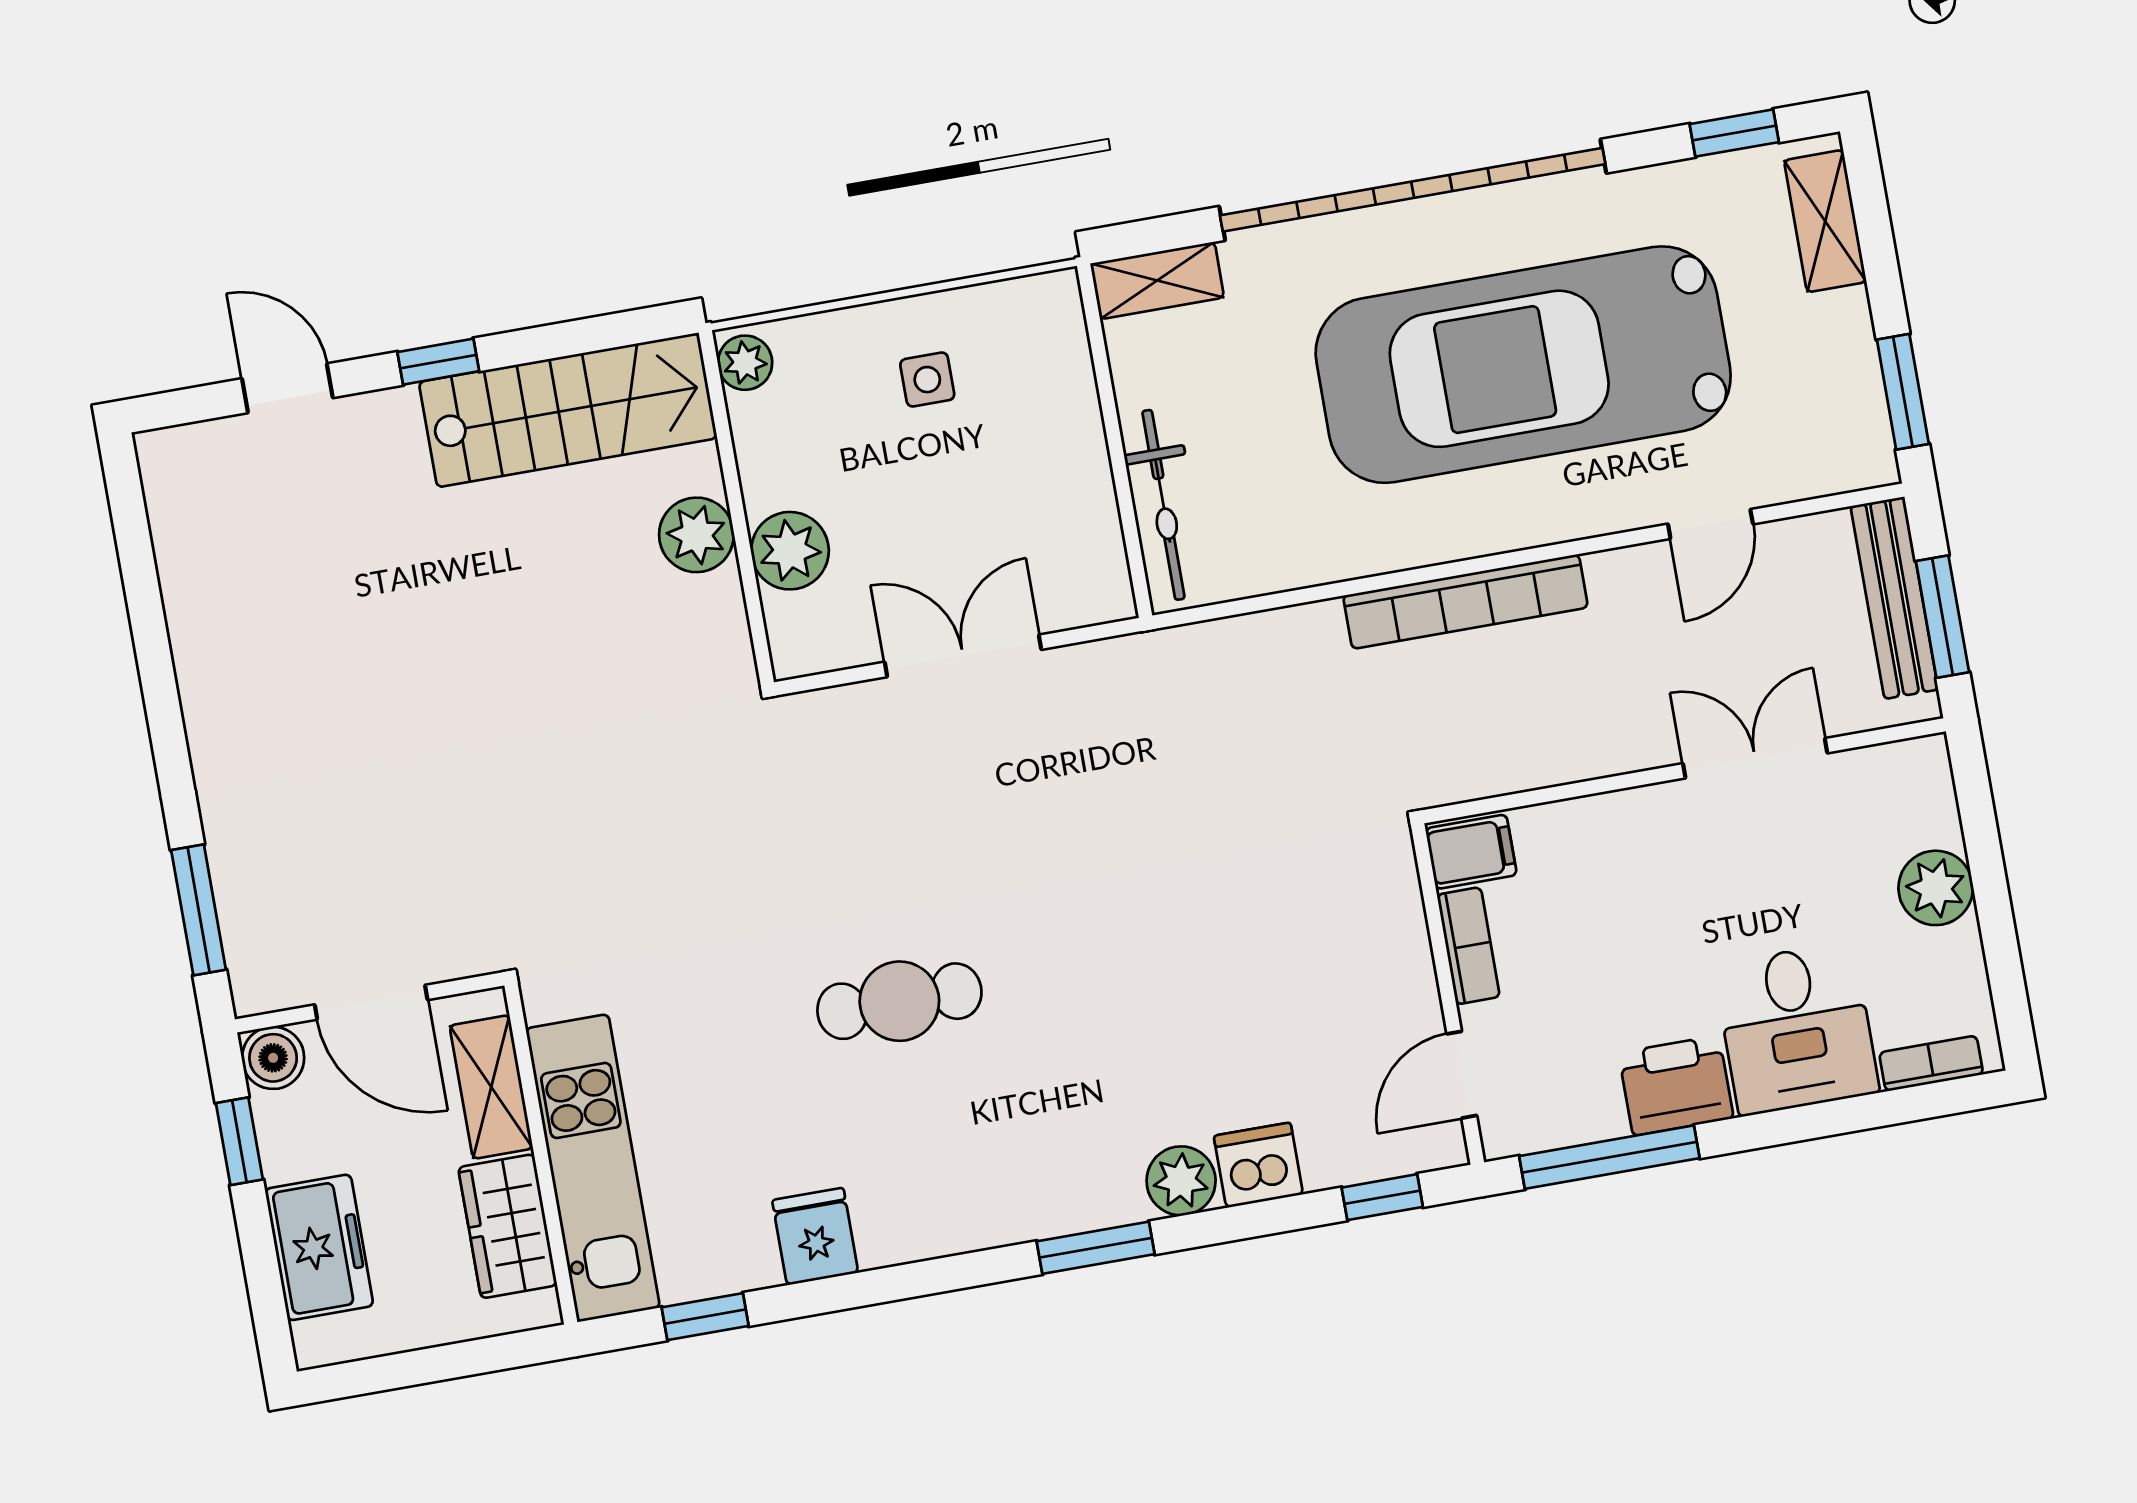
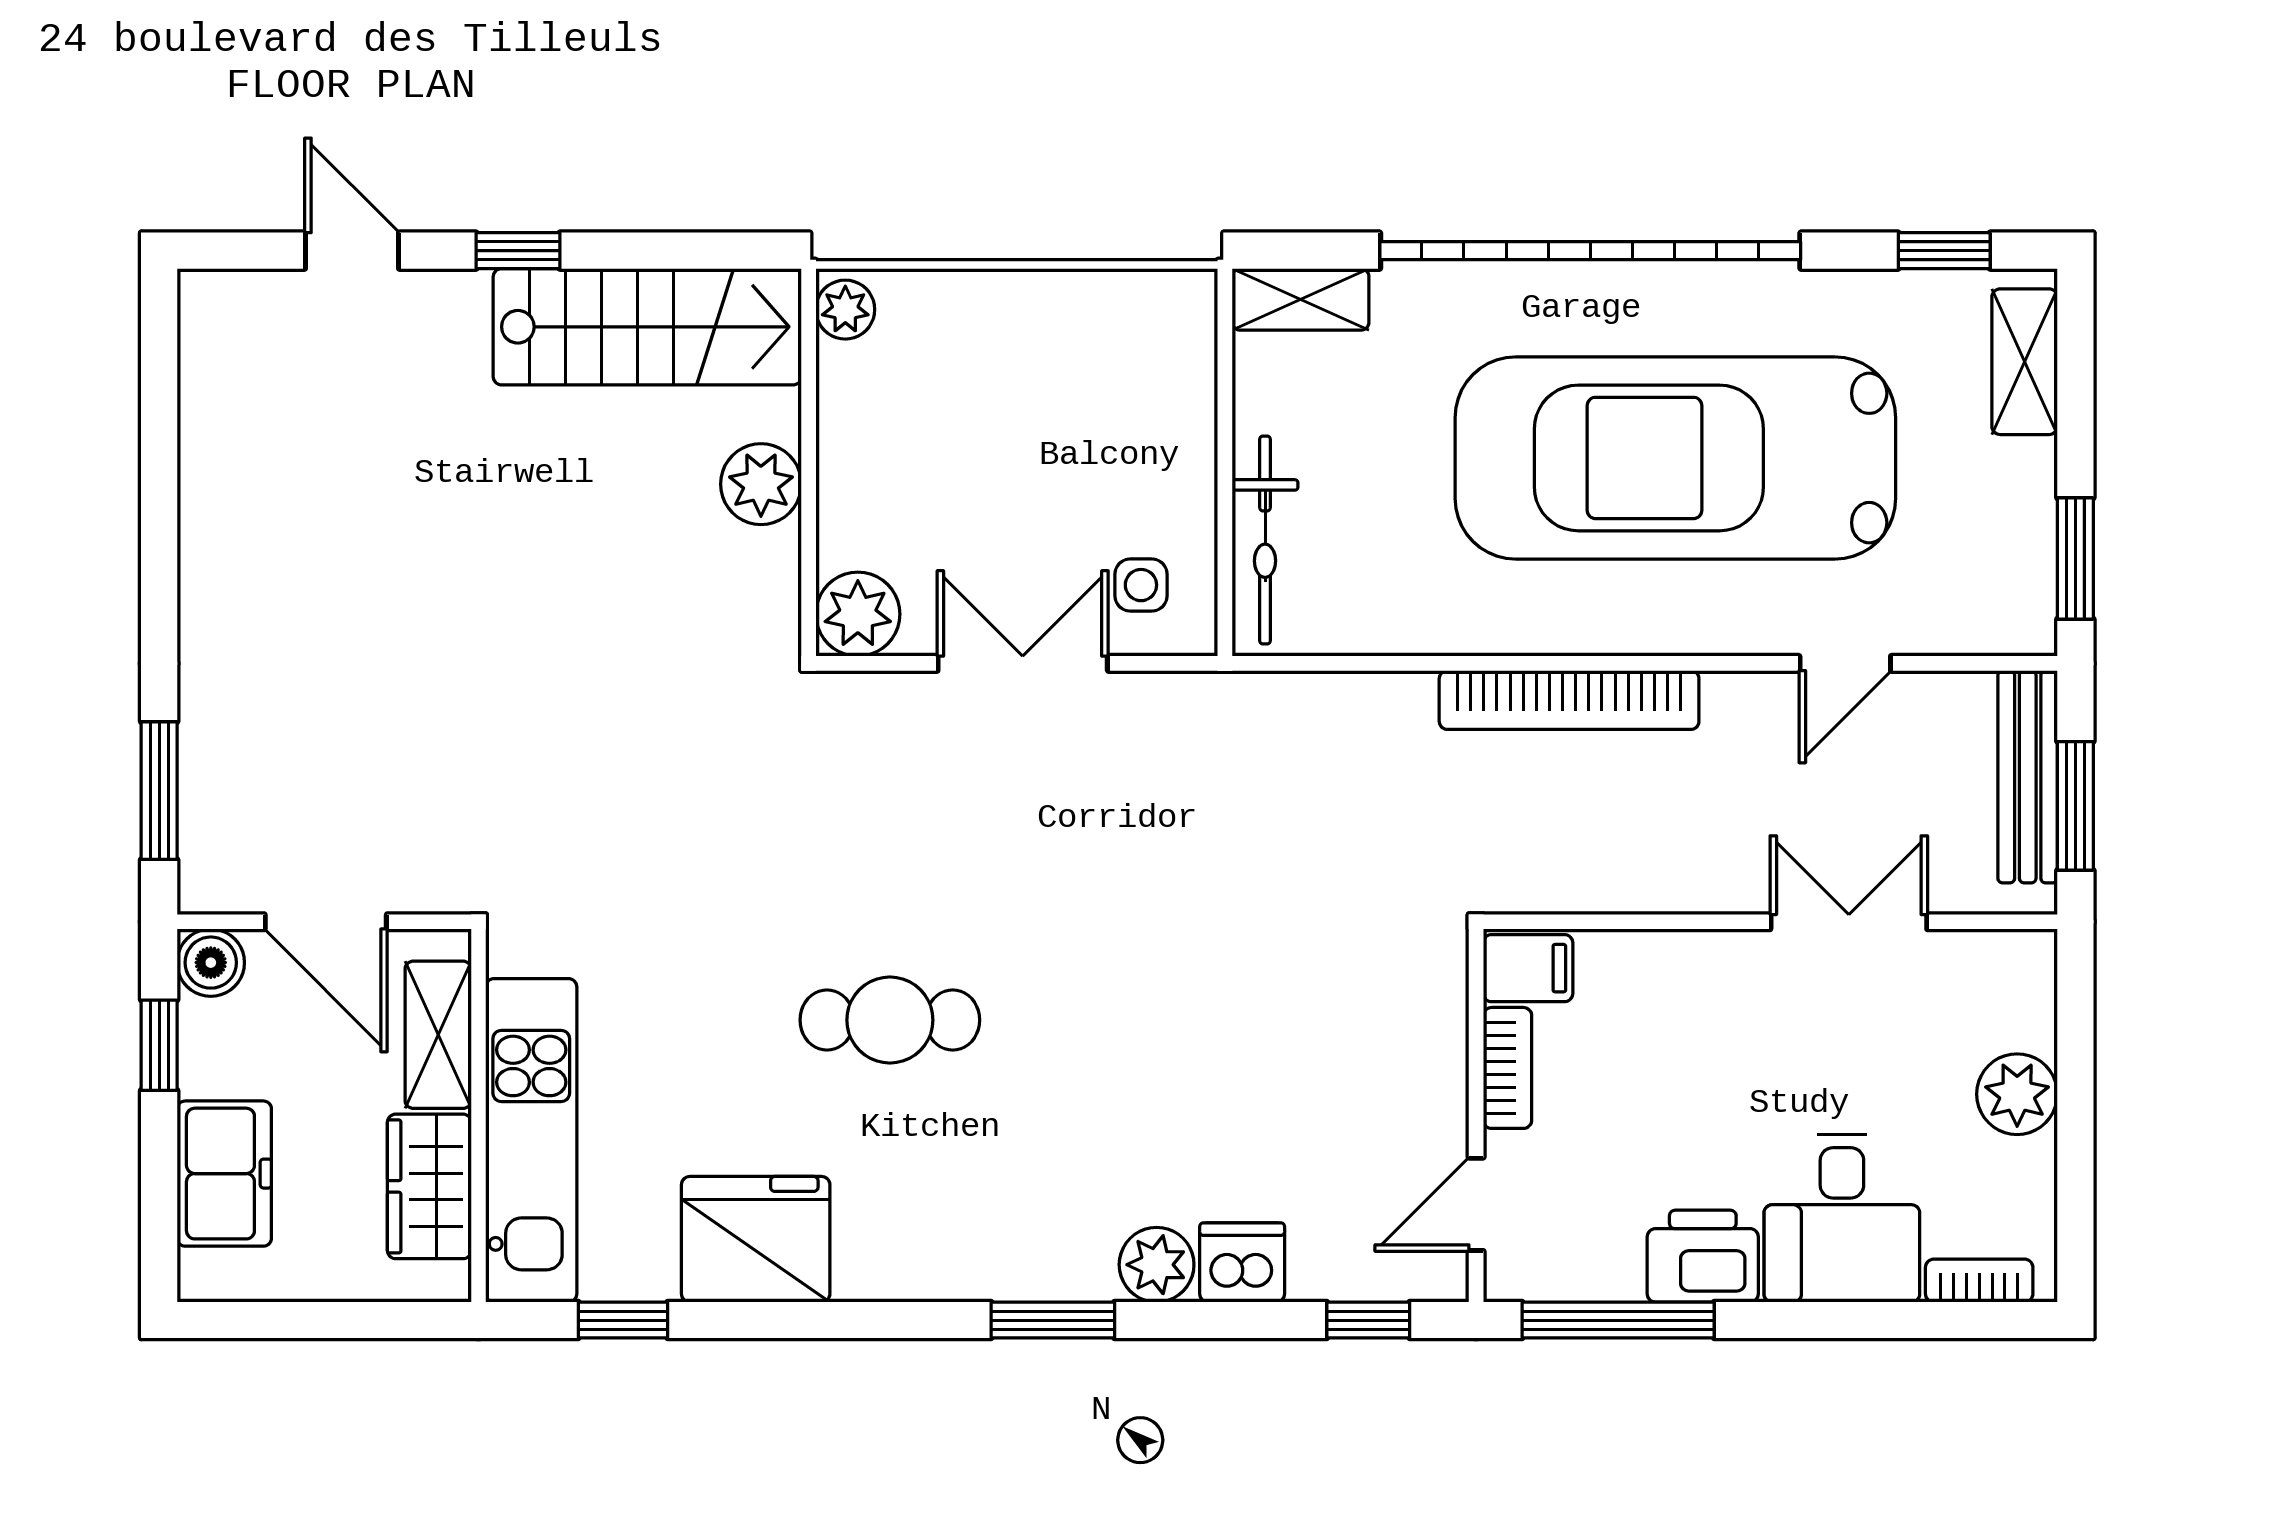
side table: (927, 380) -> (1141, 585), moved
plant: (790, 551) -> (858, 614), moved
fridge: (815, 1236) -> (756, 1239), width x1.88, depth x1.34

